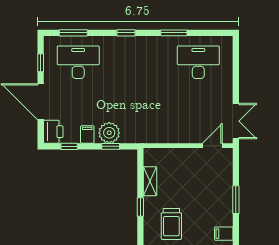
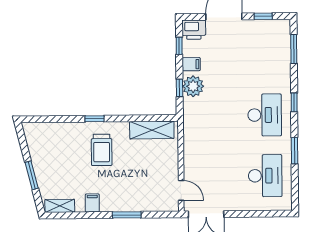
desk: (78, 62) -> (265, 115), moved
shelving: (150, 181) -> (152, 130), width x1.50, depth x1.33
window: (140, 207) -> (95, 119), moved
trolley: (171, 224) -> (102, 150), turned -90

